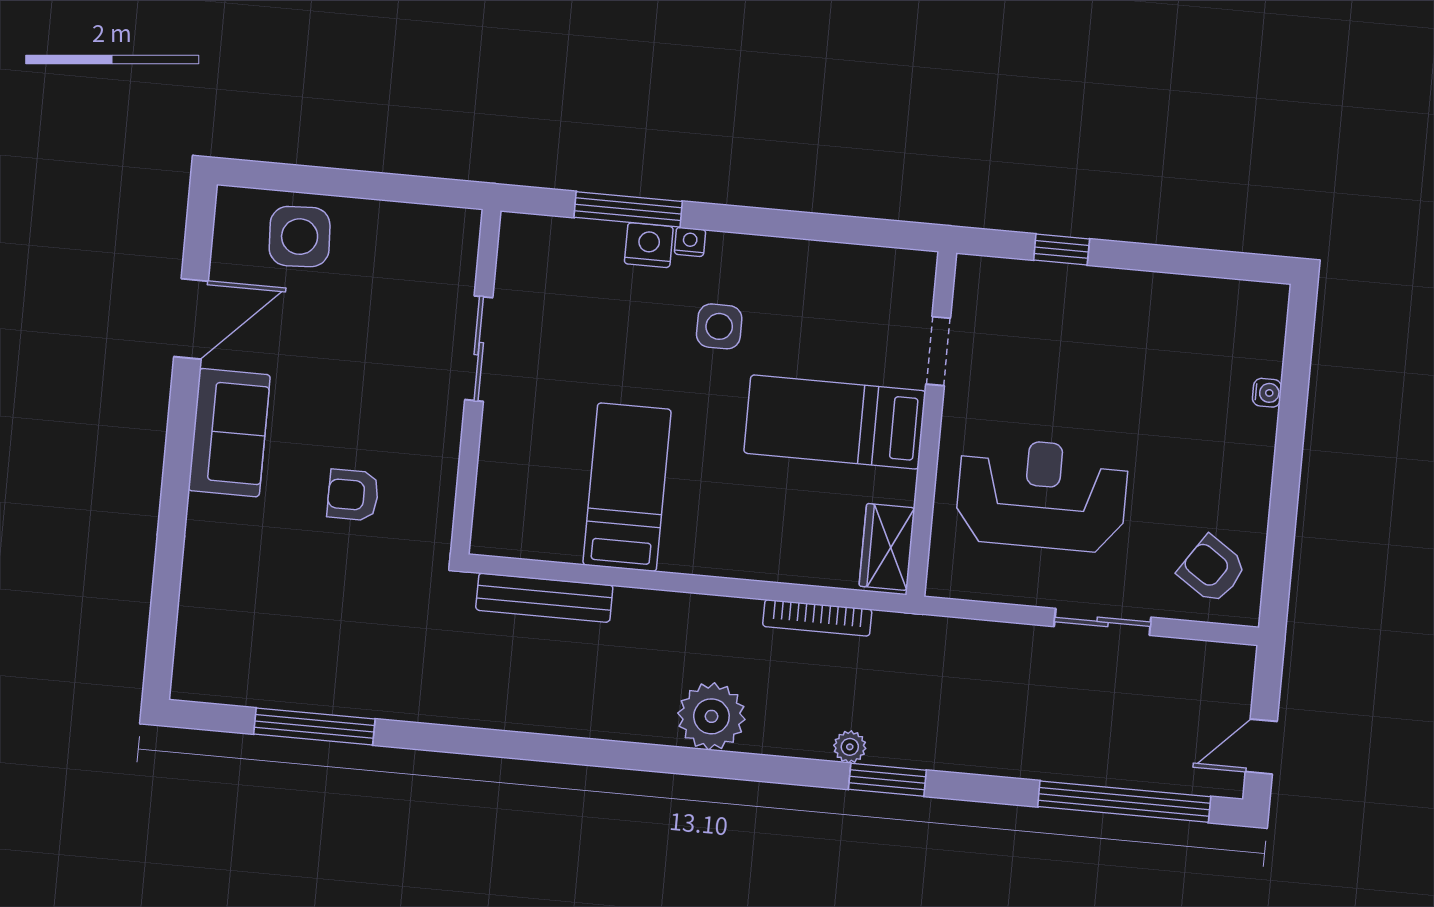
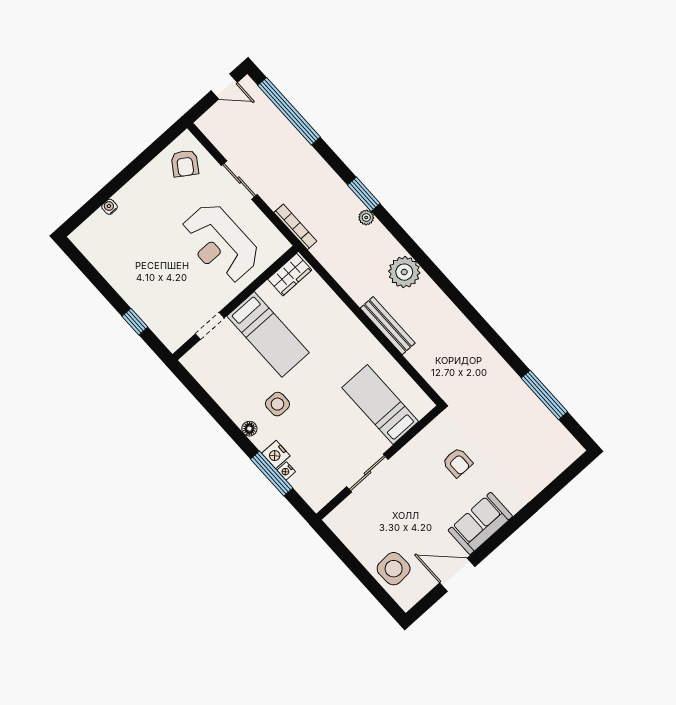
nightstand: (690, 242) -> (286, 471), moved
floor lamp: (728, 247) -> (249, 429), added
bed: (627, 487) -> (380, 405), moved, turned 90
bench: (544, 598) -> (388, 326), moved
bookcase: (817, 618) -> (295, 227), moved

